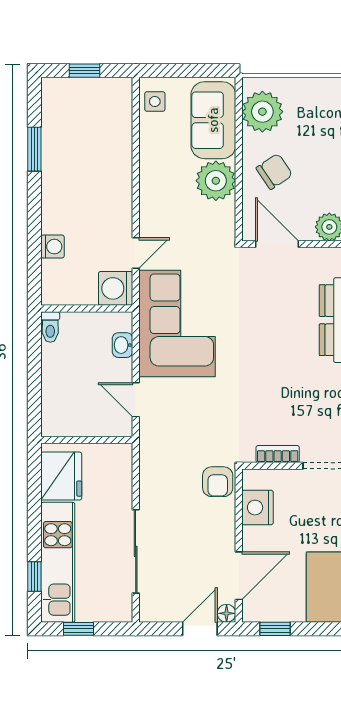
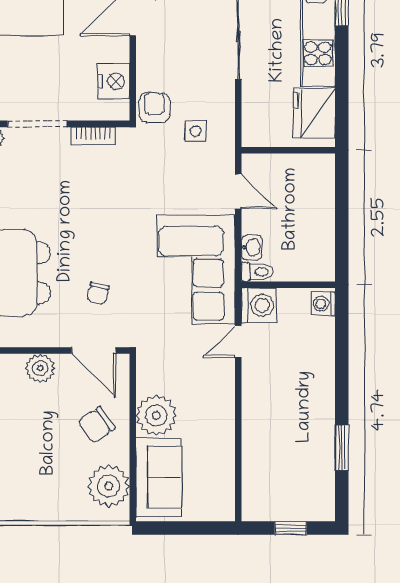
side table: (155, 102) -> (195, 131), moved
washing machine: (52, 247) -> (323, 304), moved
chair: (273, 300) -> (98, 293), added
toilet: (50, 327) -> (257, 272), moved, turned 90

